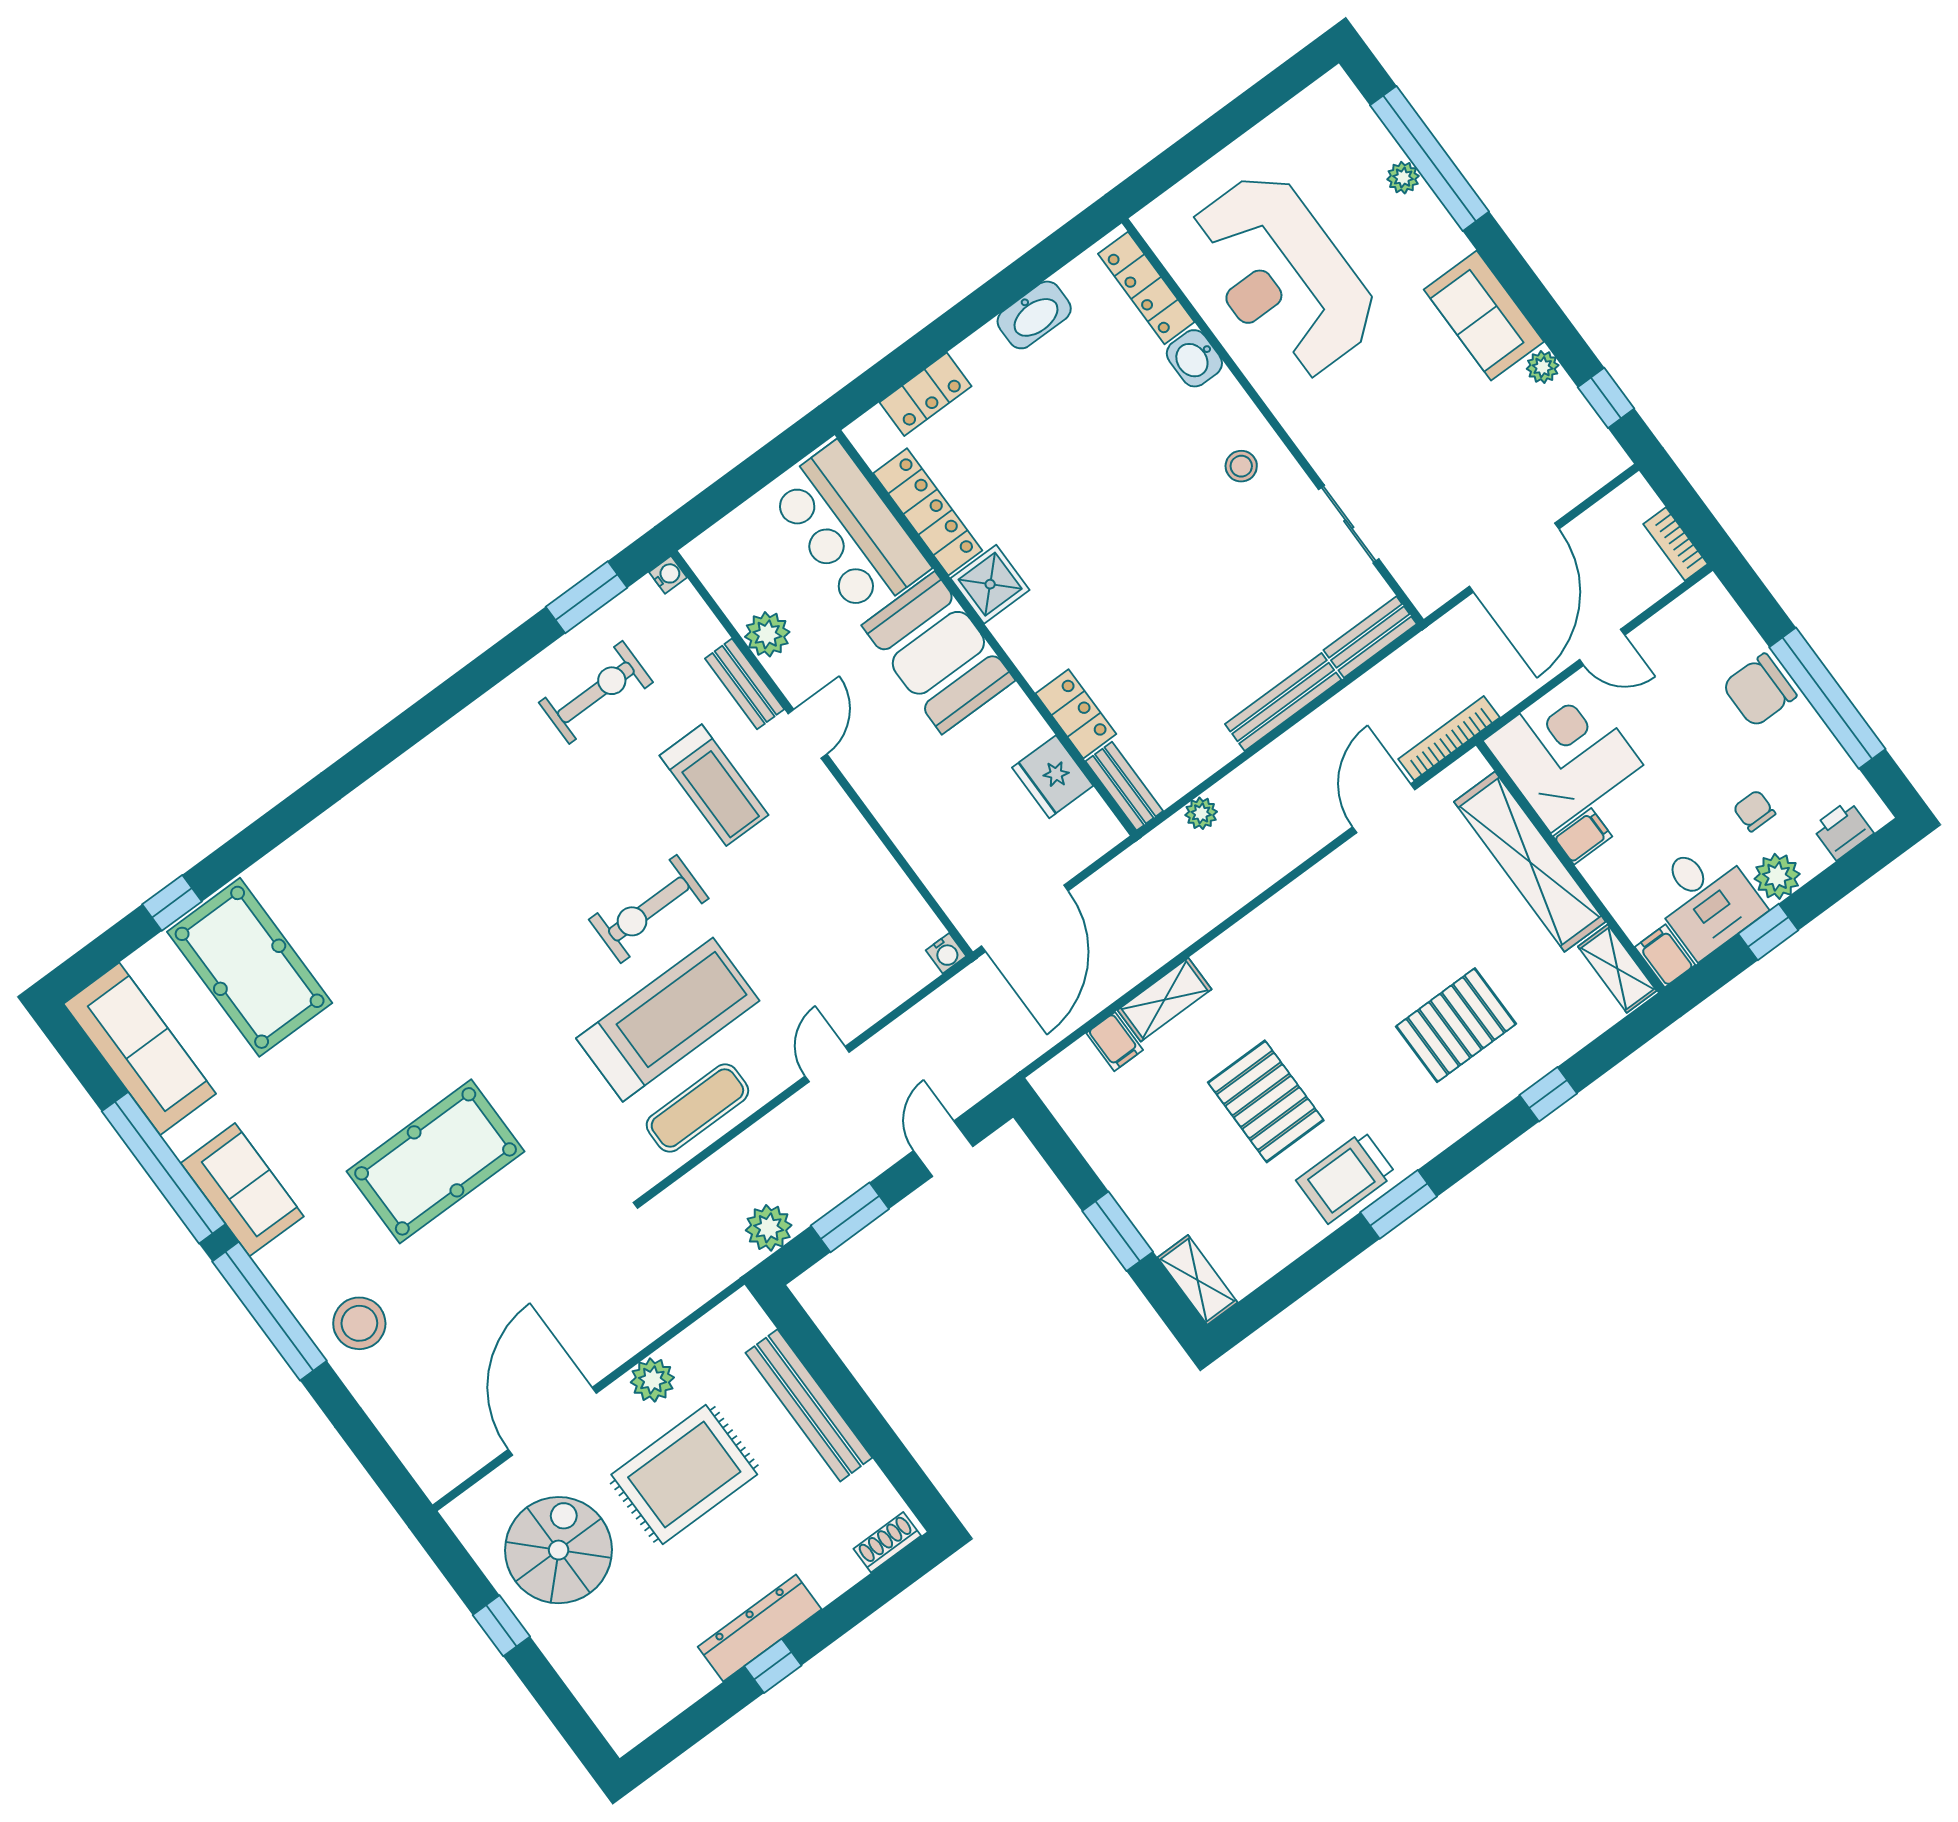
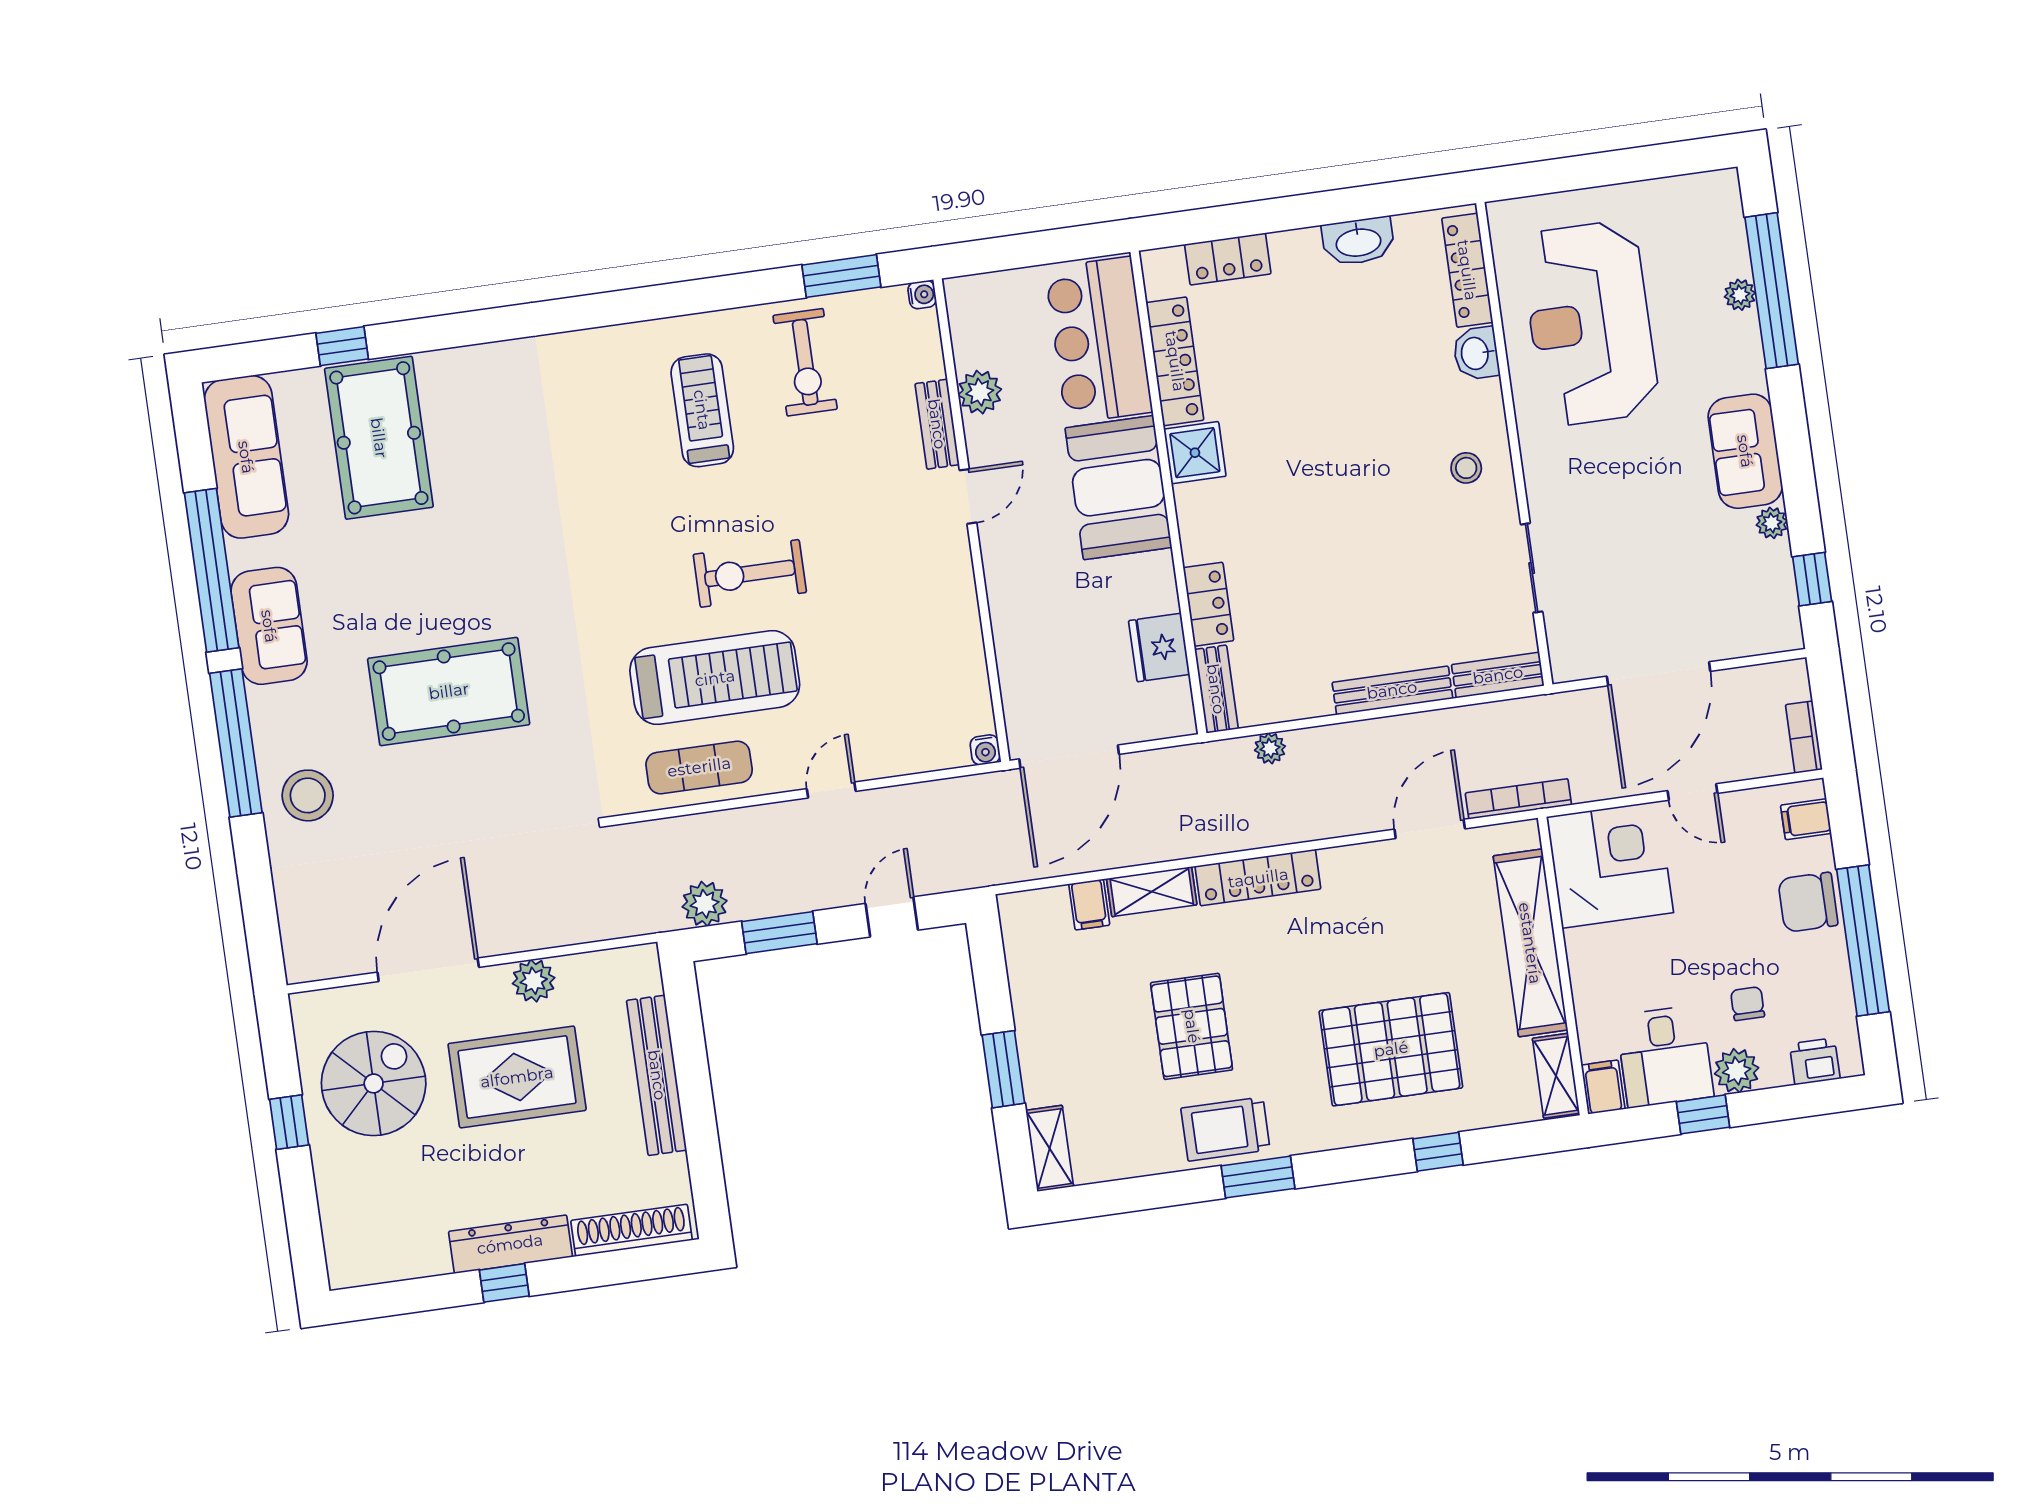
exercise bike: (596, 692) -> (805, 362), turned 90
treadmill: (714, 785) -> (702, 410), moved, turned 180
filing cabinet: (1583, 836) -> (1806, 819), moved, turned 180
locker: (1253, 935) -> (1258, 878), added
pallet: (1456, 1025) -> (1391, 1049), width x1.37, depth x1.41
shoe rack: (887, 1542) -> (631, 1230), width x1.94, depth x1.24

